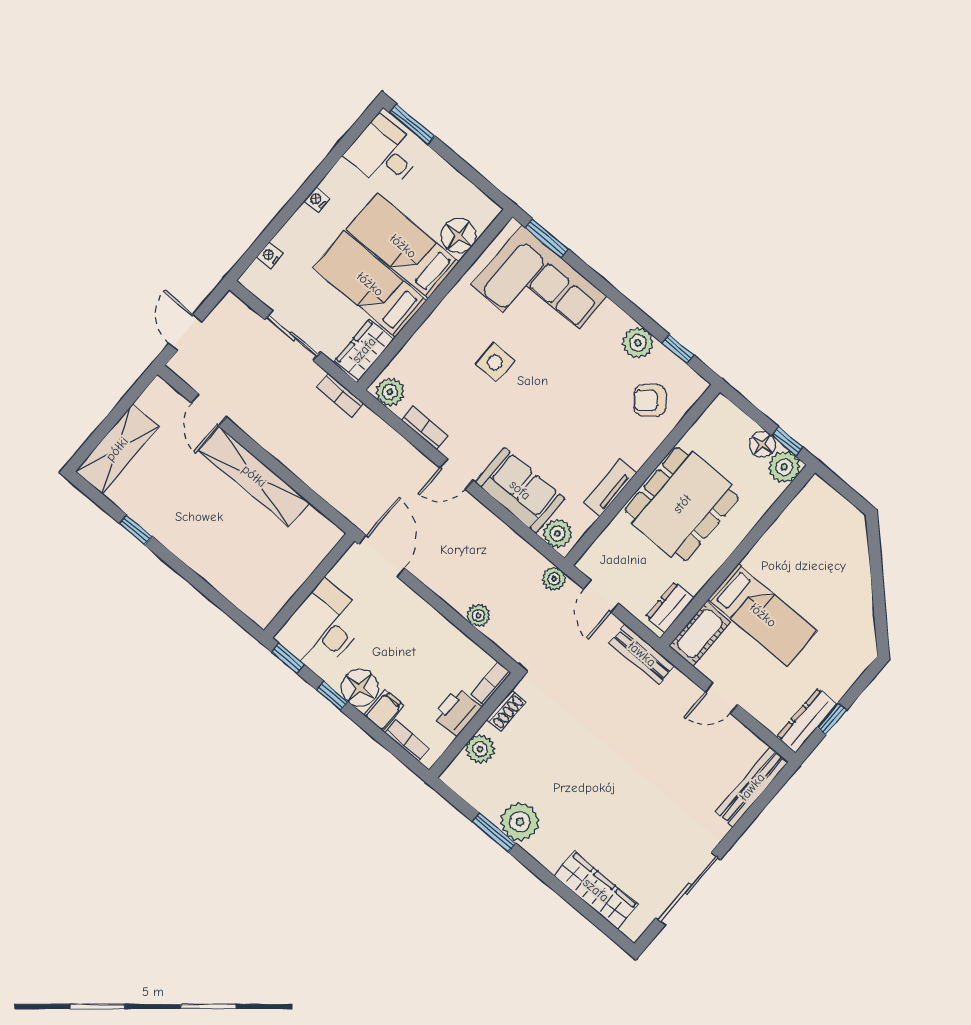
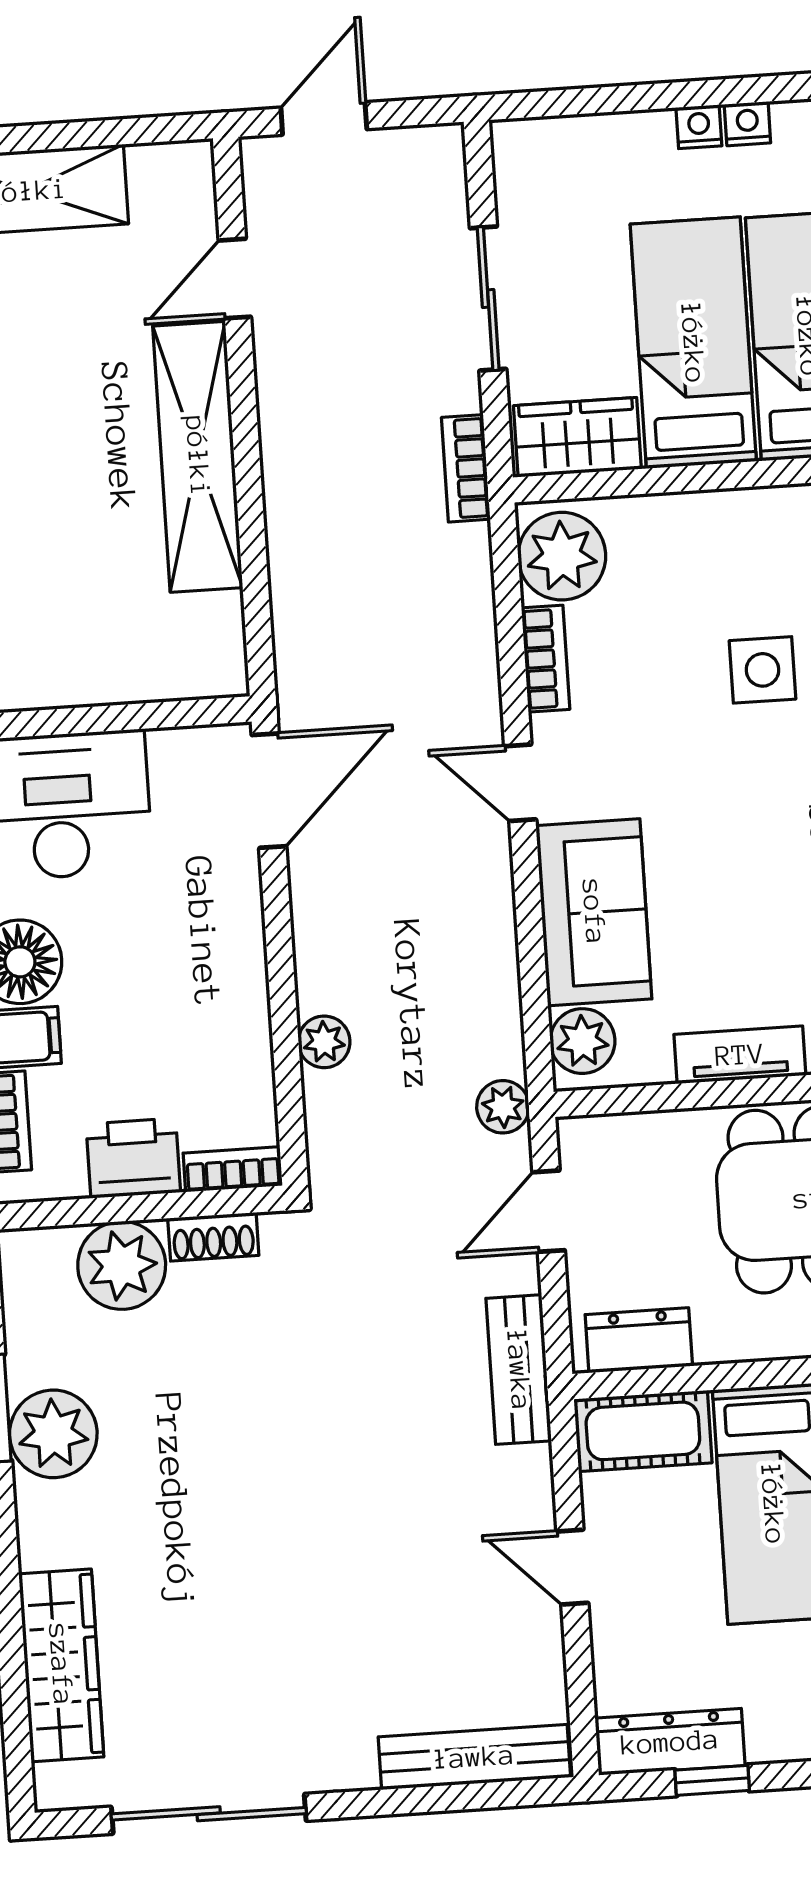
nightstand: (270, 256) -> (699, 127), moved
plant: (390, 392) -> (562, 556), width x1.36, depth x1.36
plant: (480, 749) -> (122, 1265), width x1.36, depth x1.36

